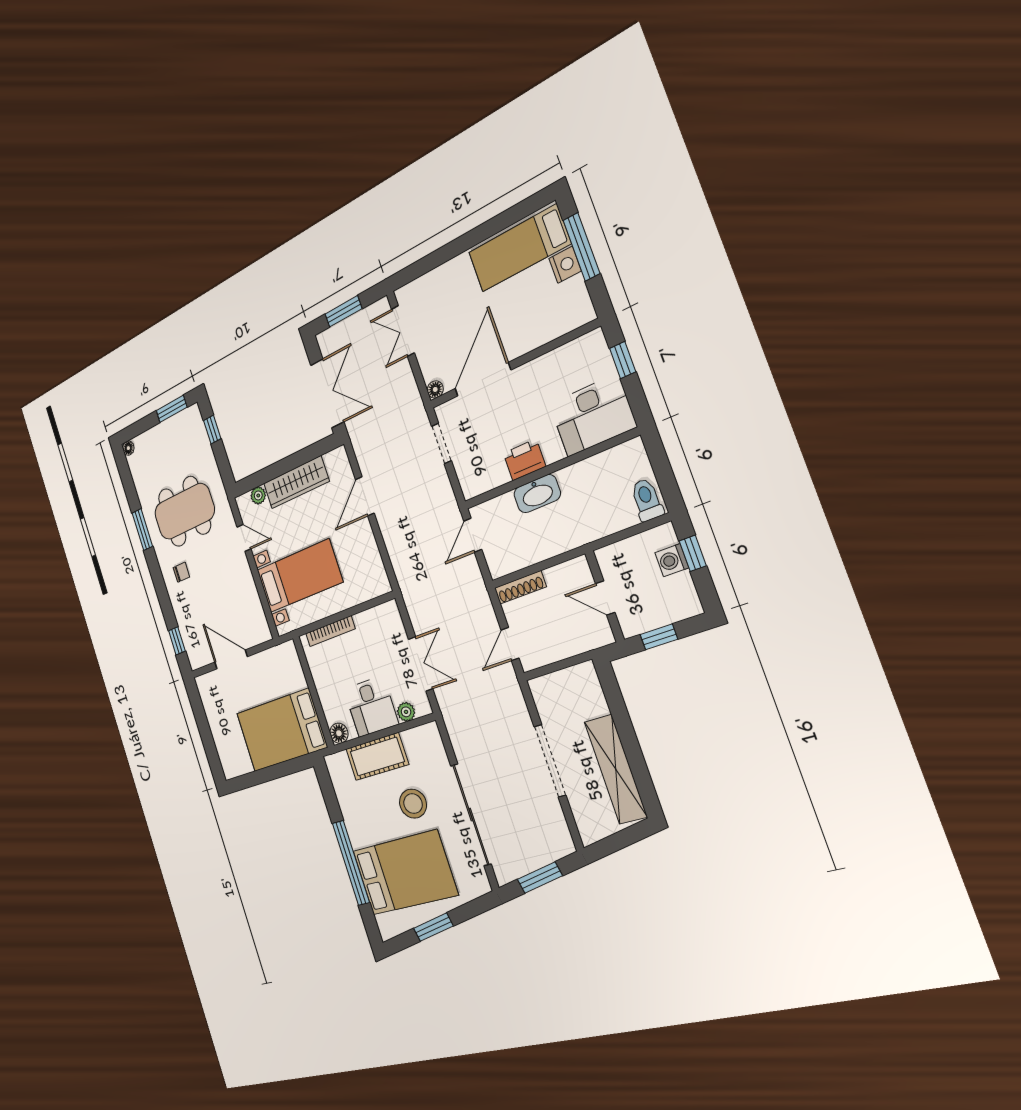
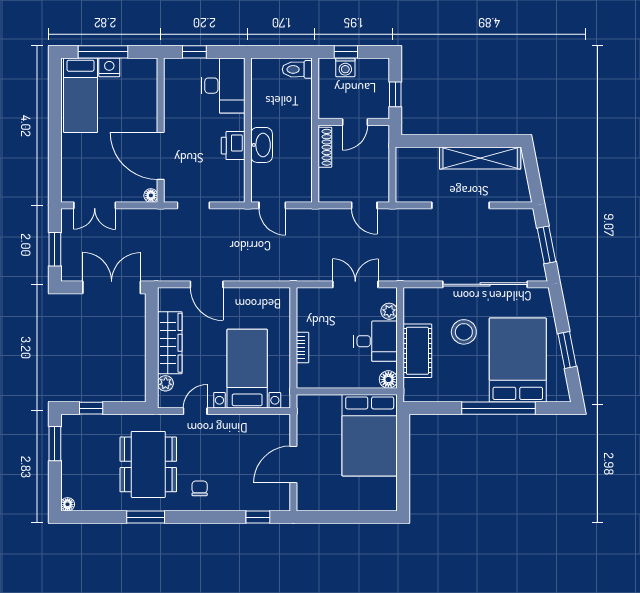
shoe rack: (520, 587) -> (325, 147), moved
bookcase: (330, 631) -> (302, 348), width x0.64

